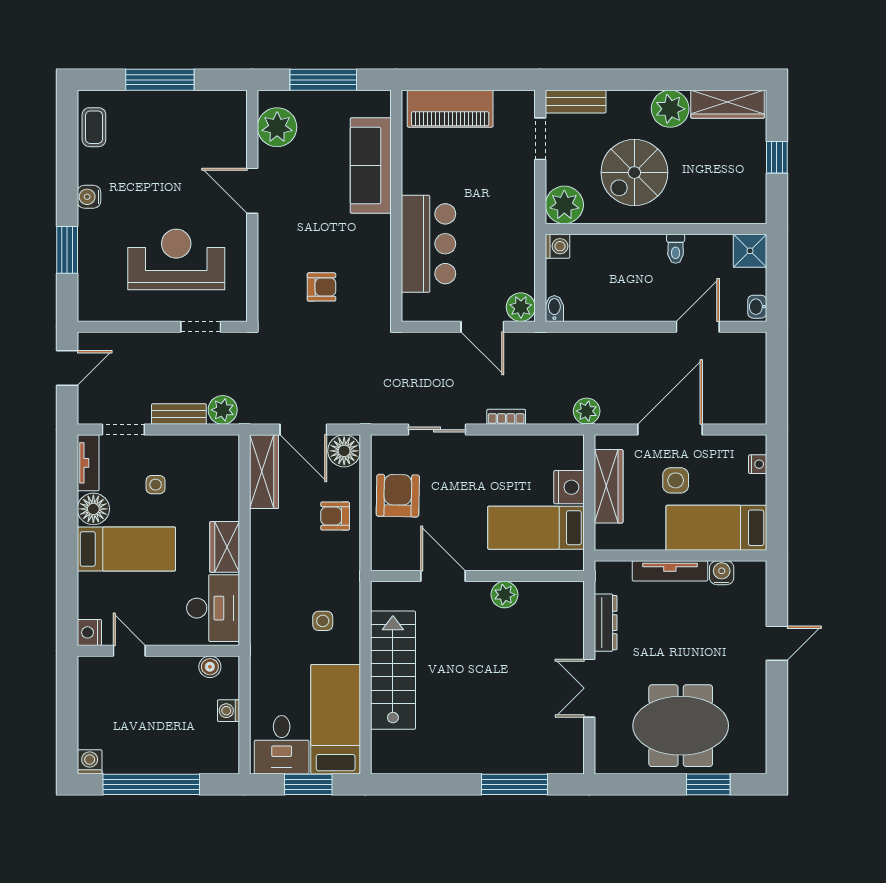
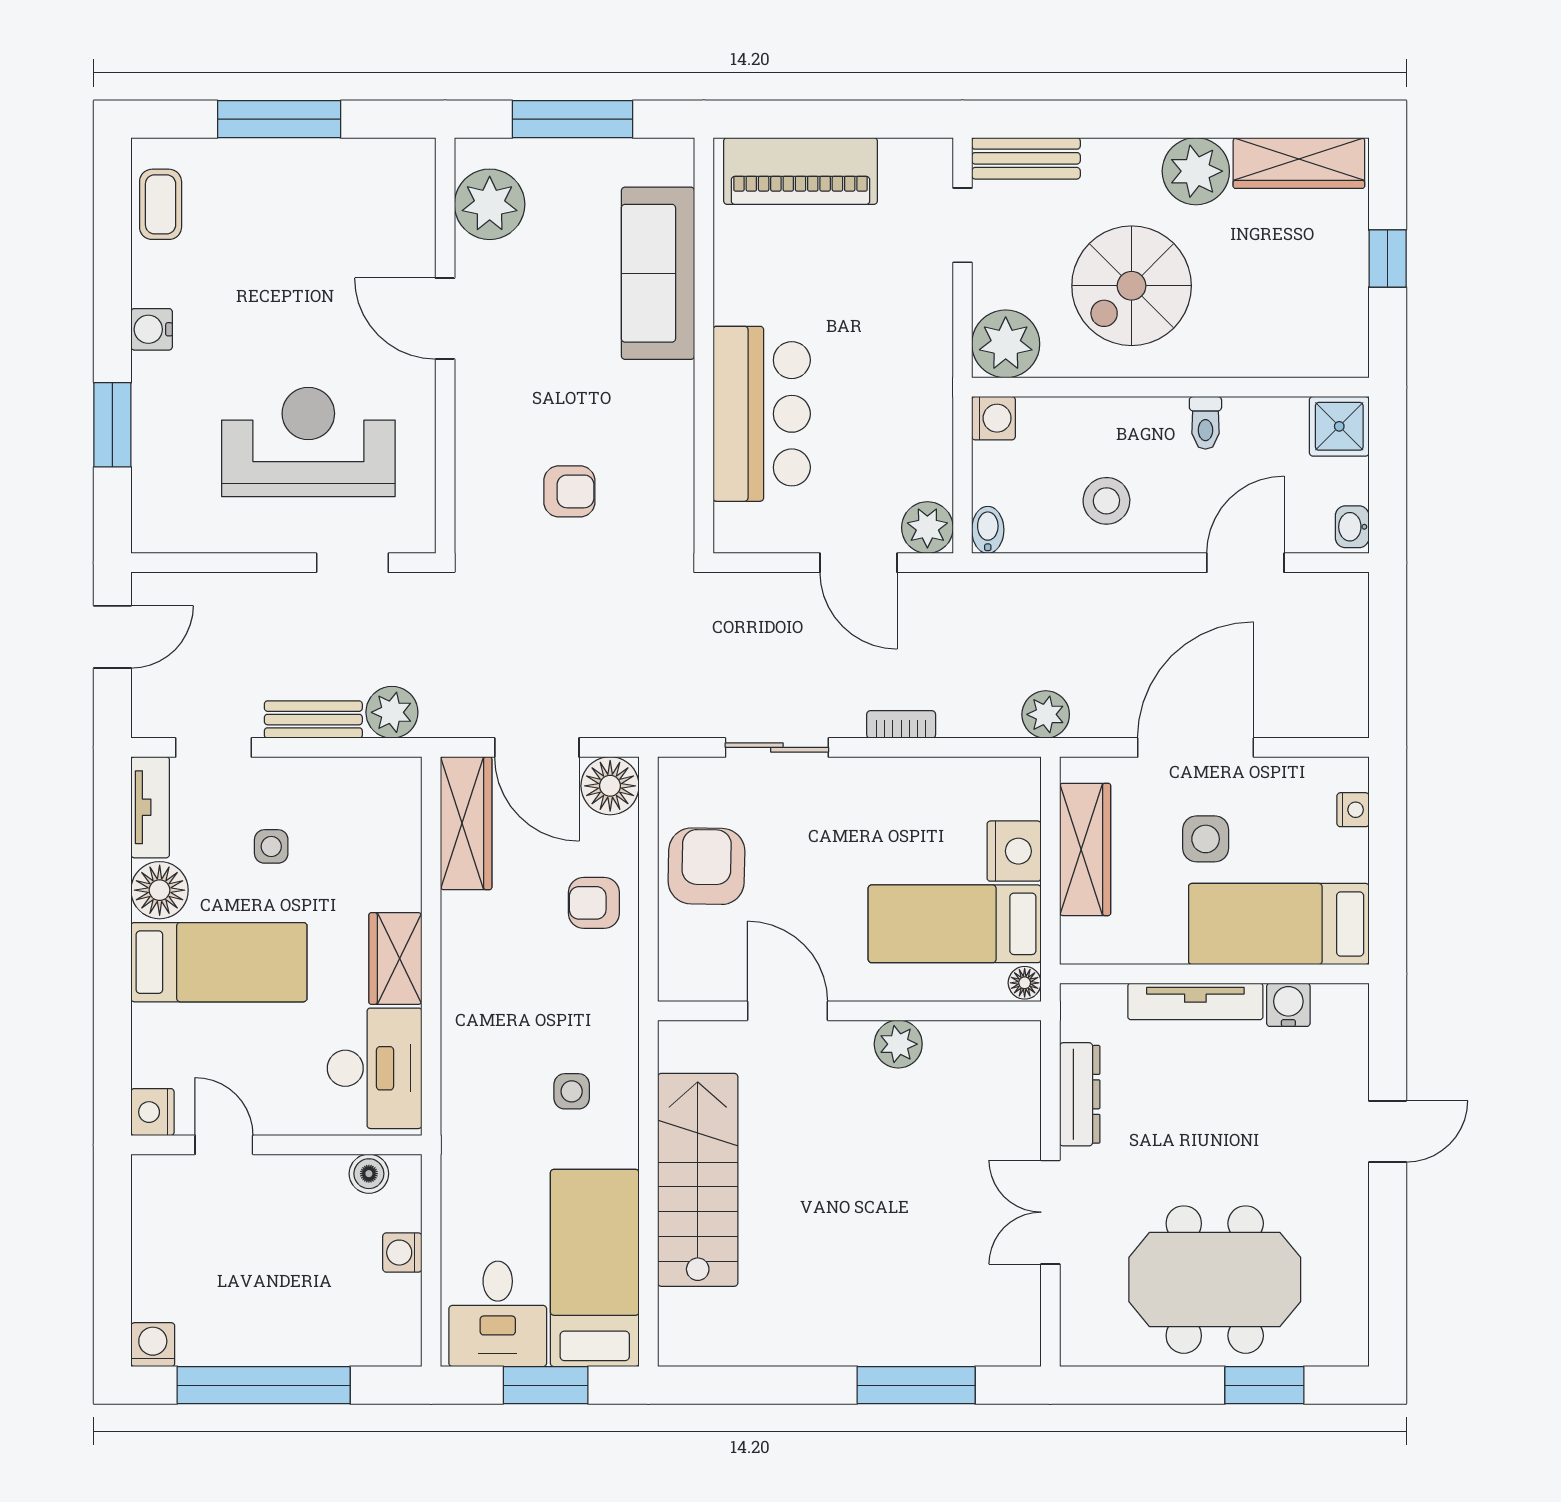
stool: (620, 292) -> (1106, 501), added
floor lamp: (575, 560) -> (1025, 983), added

